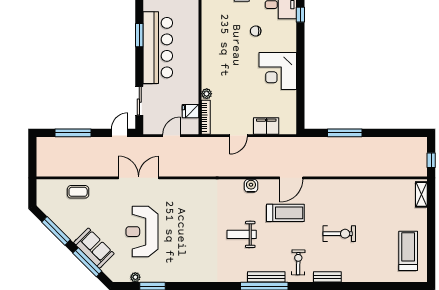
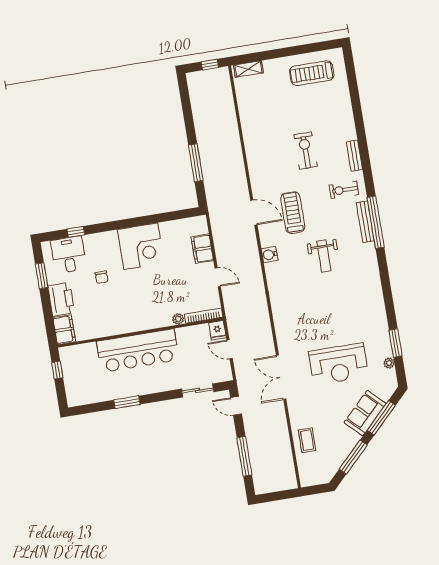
bar counter: (158, 48) -> (138, 351), moved, turned 180
fridge: (191, 111) -> (217, 330), moved

